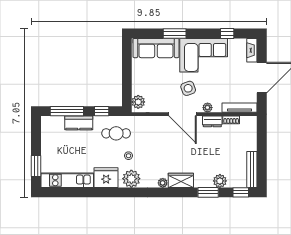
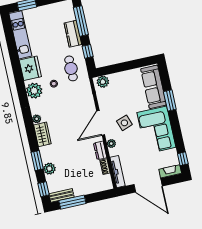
window: (227, 34) -> (183, 159), moved
window: (262, 164) -> (72, 202), added
bench: (252, 169) -> (61, 195), width x0.73

